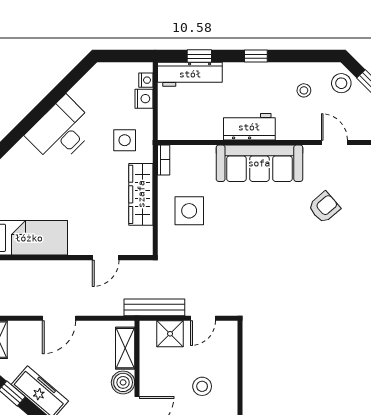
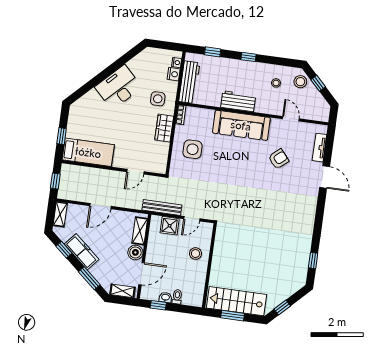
workbench: (190, 74) -> (189, 82), moved, turned -90
wardrobe: (141, 194) -> (164, 128), width x0.67
stool: (202, 386) -> (196, 254), moved

